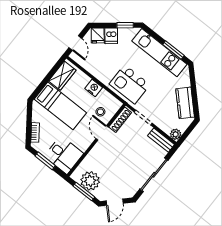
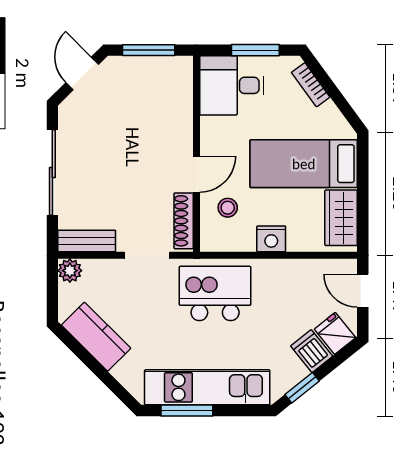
door: (102, 133) -> (196, 174), hinge flipped
plant: (90, 181) -> (152, 77), removed

